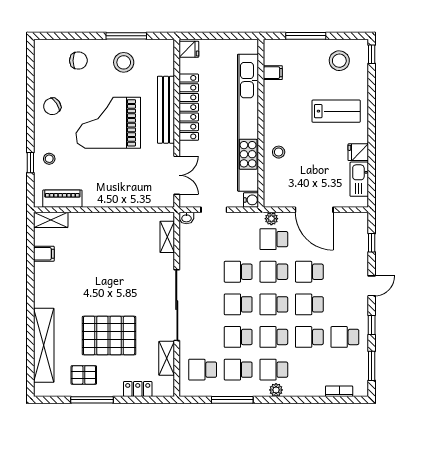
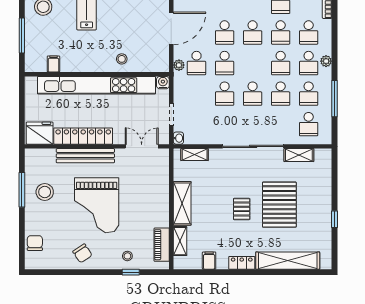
fridge: (189, 49) -> (40, 133), width x1.88, depth x1.34
chair: (78, 61) -> (35, 243), moved
shelving: (51, 220) -> (180, 241), moved
shelving: (110, 222) -> (182, 203), added
school desk: (274, 304) -> (309, 32), moved
pallet: (84, 375) -> (242, 209), moved
locker: (138, 389) -> (242, 263), moved, turned 90
window: (92, 400) -> (335, 219), width x0.46

